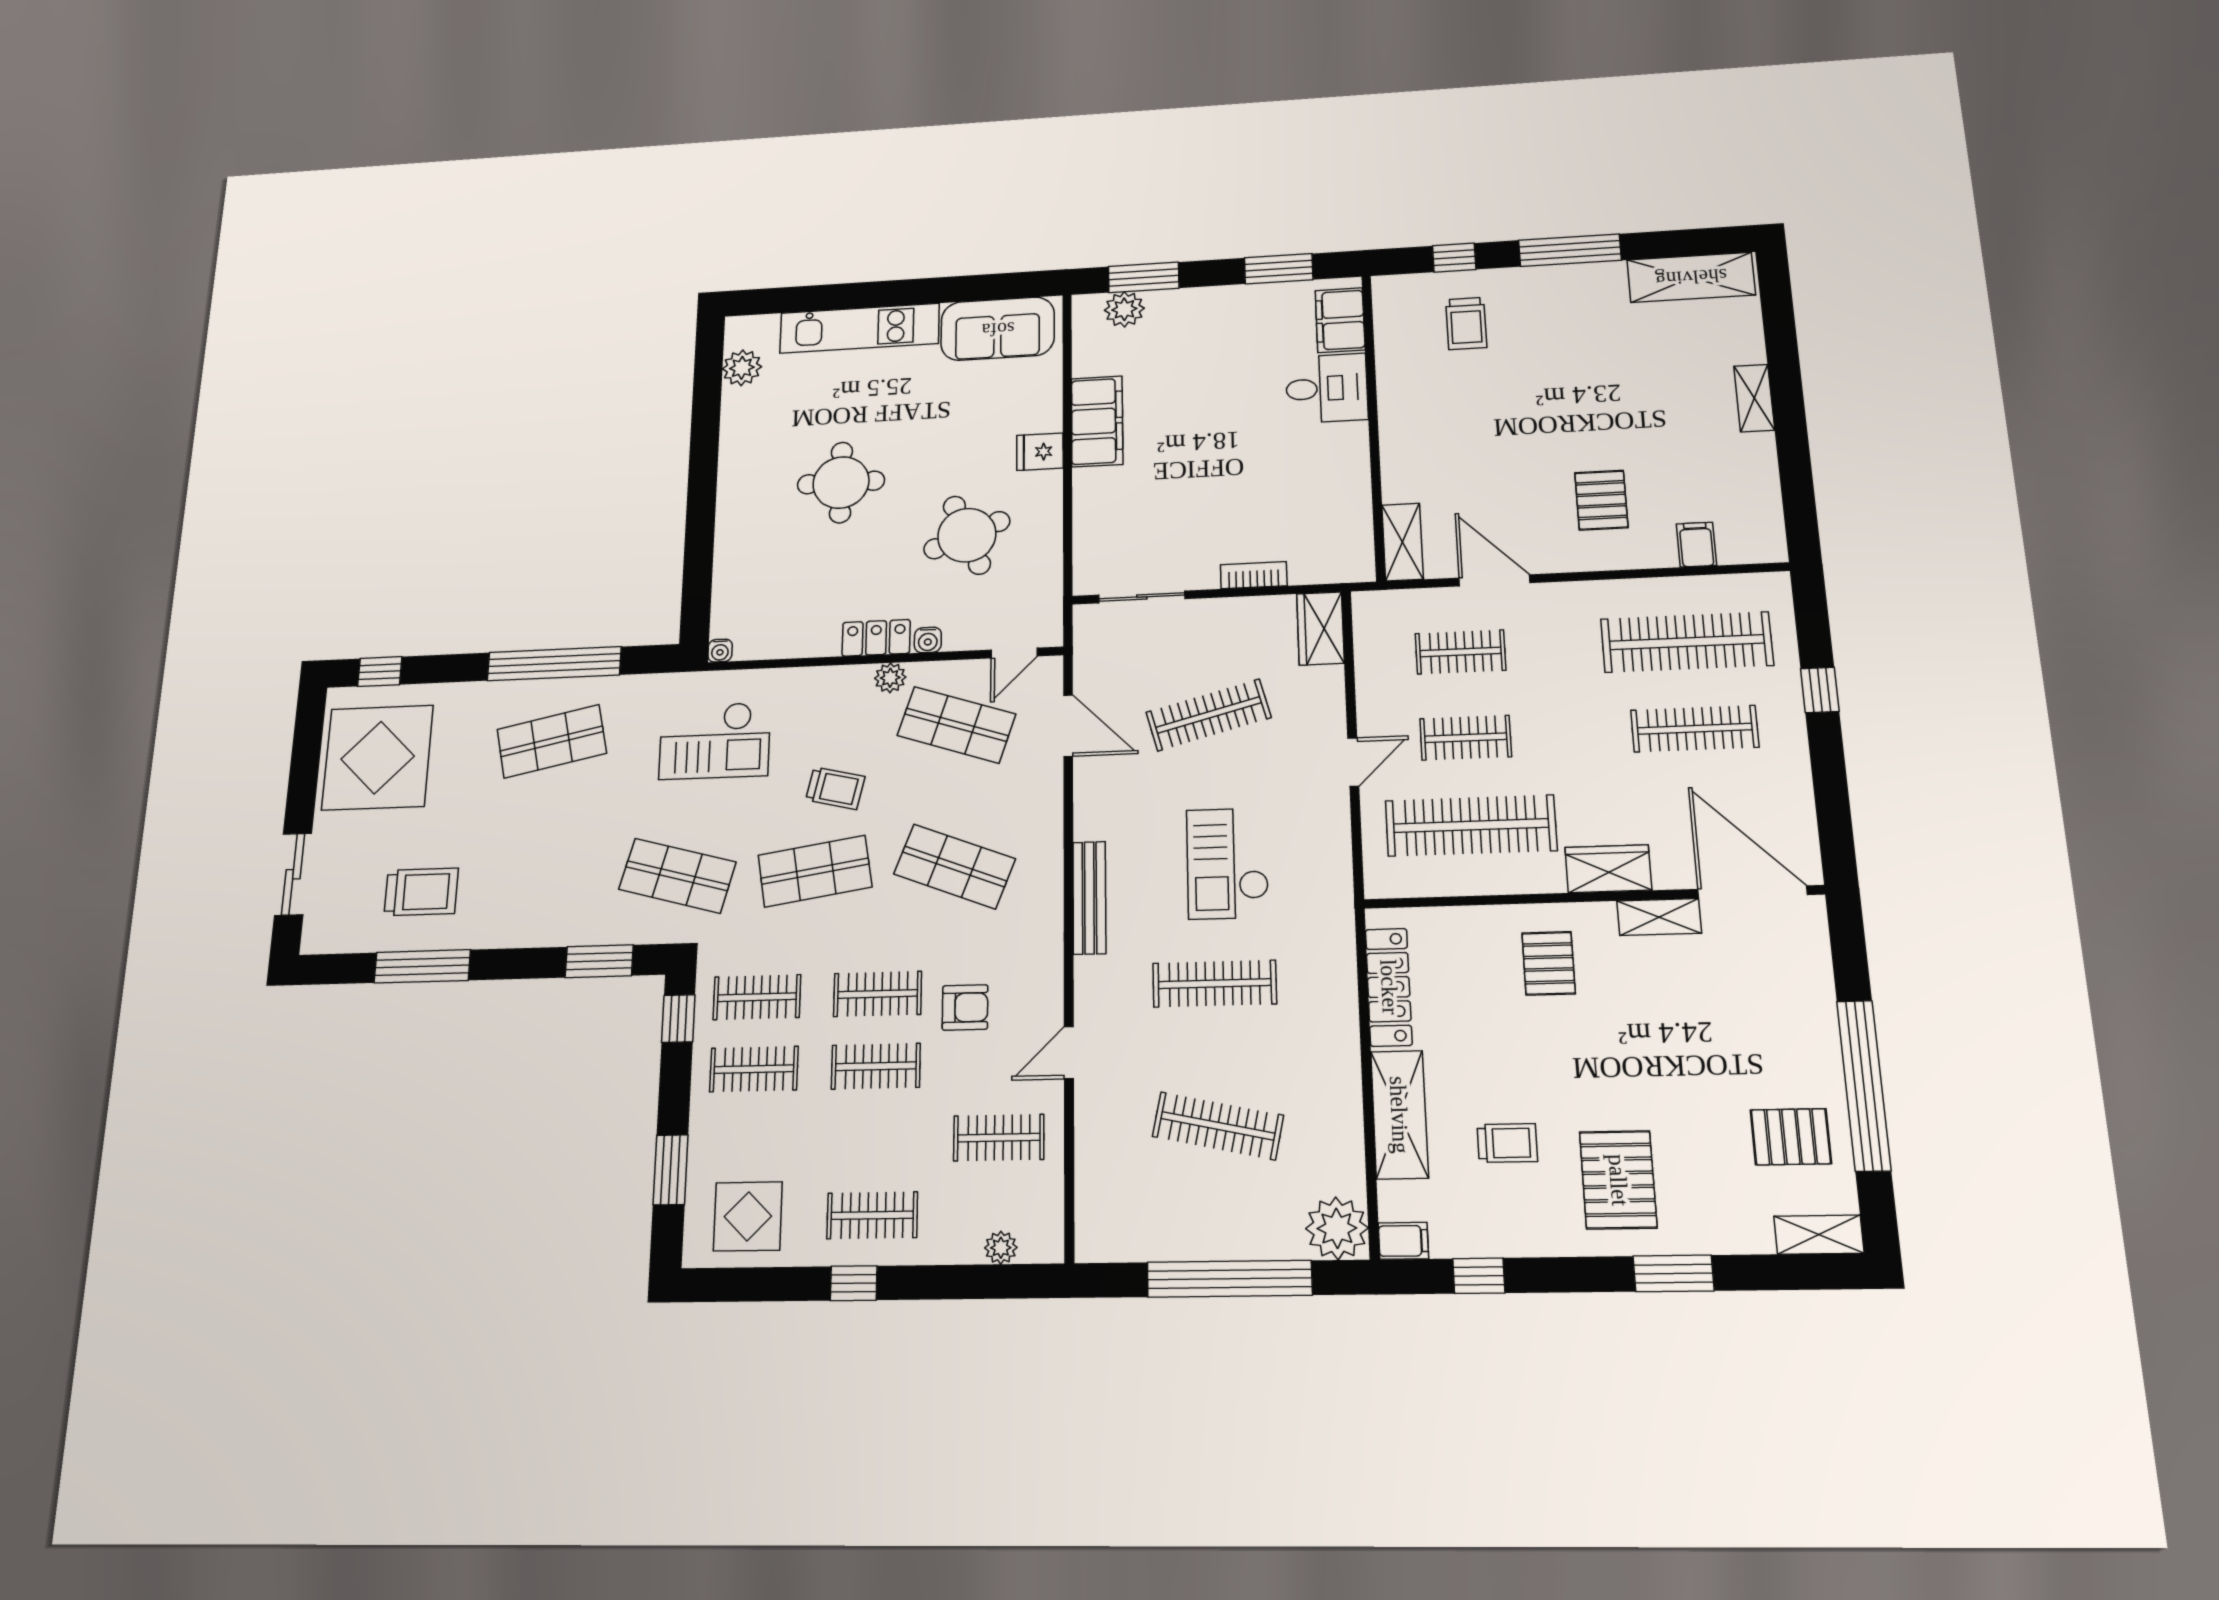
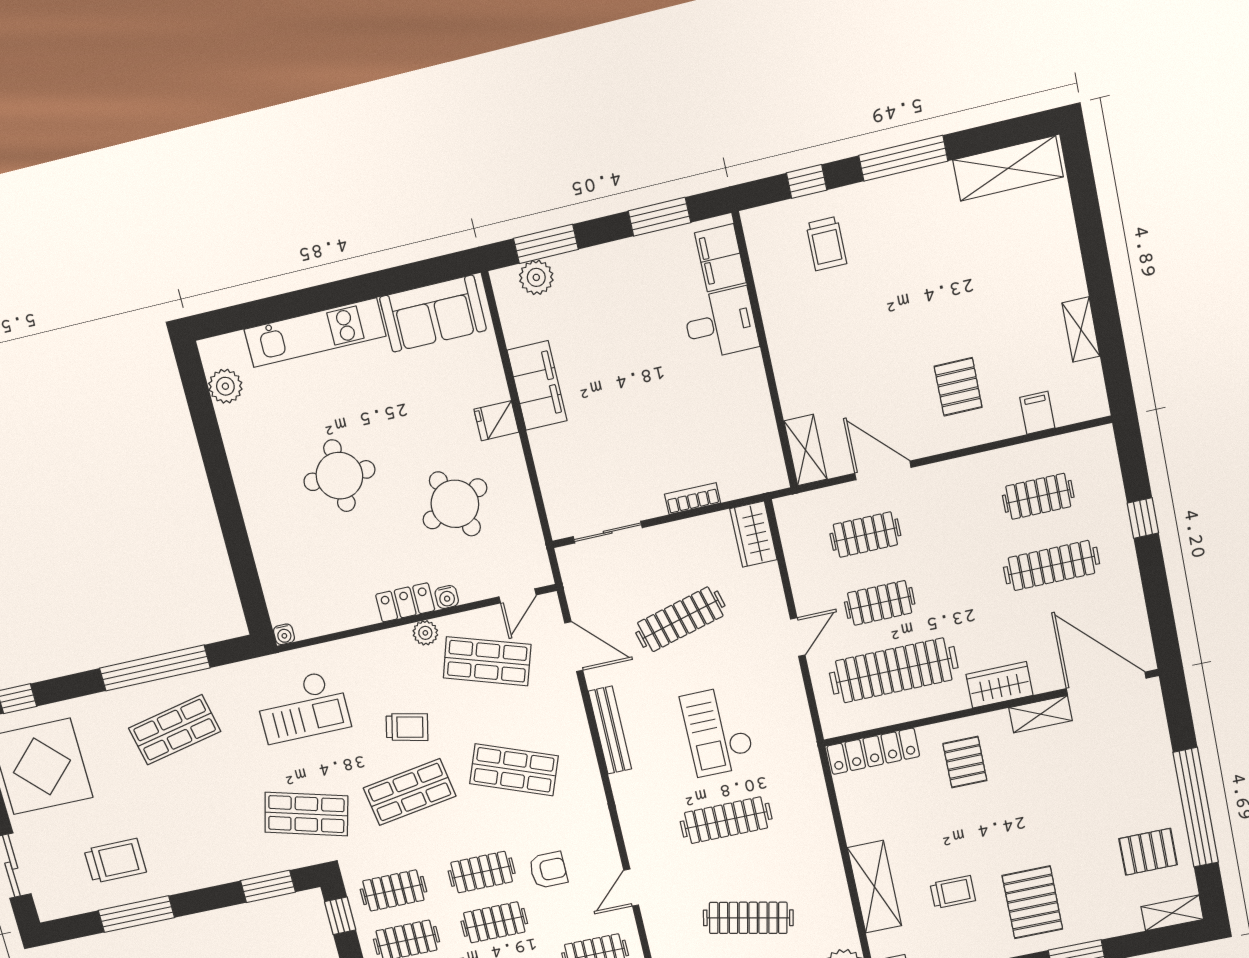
shelving: (1754, 398) -> (1081, 329), moved
clothes rail: (1687, 642) -> (1038, 496), width x0.54, depth x0.76
bench: (1089, 898) -> (610, 730), moved
locker: (1389, 987) -> (873, 751), moved, turned 90

